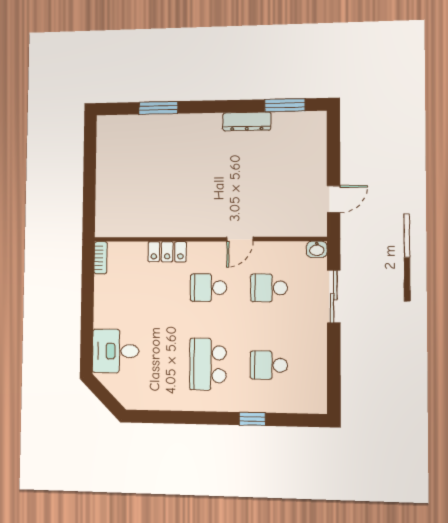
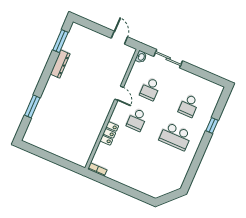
desk: (116, 351) -> (149, 182), removed

